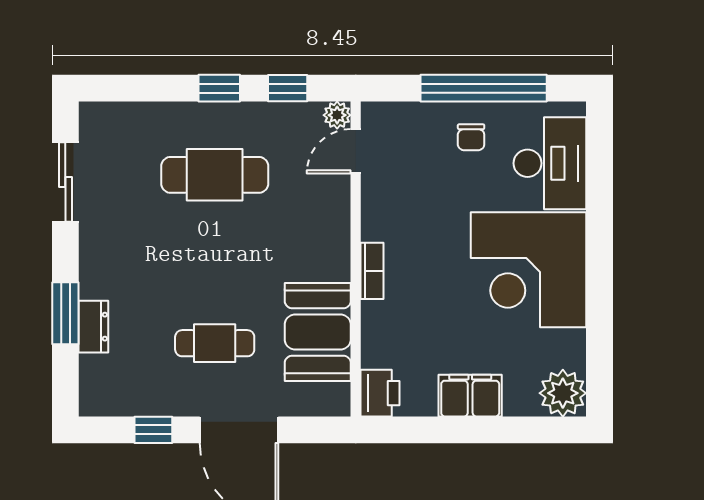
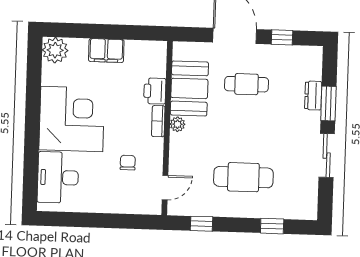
window: (219, 88) -> (272, 226), moved
window: (484, 88) -> (93, 220), removed
plant: (337, 115) -> (177, 124), moved
chair: (471, 137) -> (128, 163), moved
sliding door: (65, 182) -> (327, 156), moved
printer: (380, 393) -> (155, 91), moved

